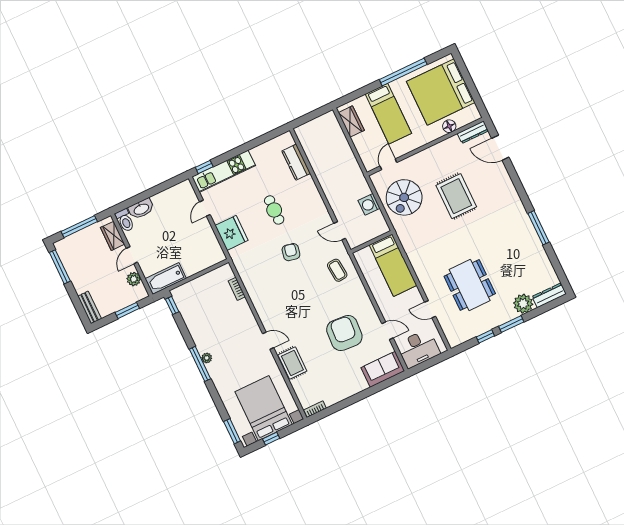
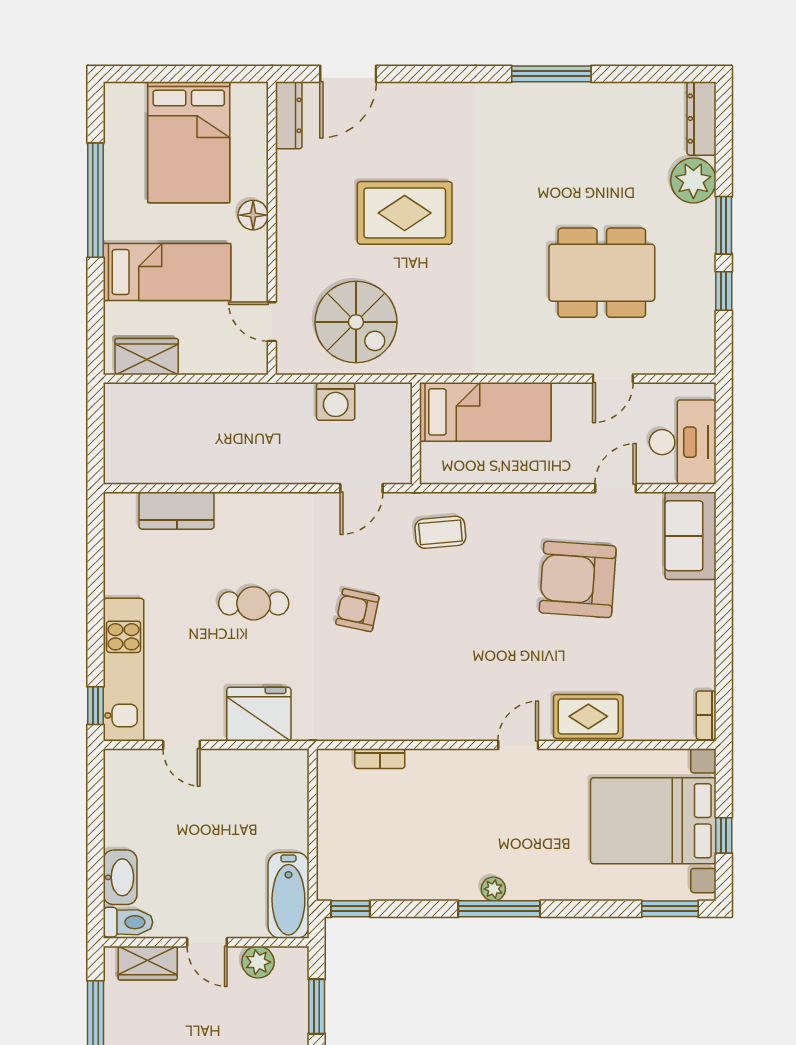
bed: (441, 92) -> (189, 142), width x0.73
floor lamp: (449, 126) -> (253, 215), moved

